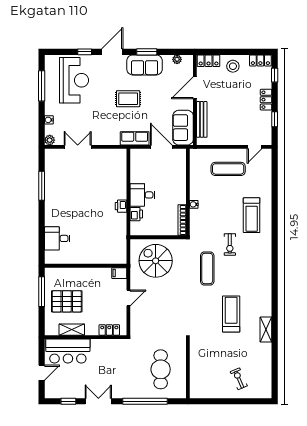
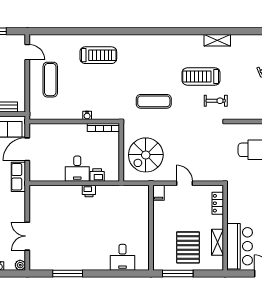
exercise bike: (230, 244) -> (216, 101), moved

